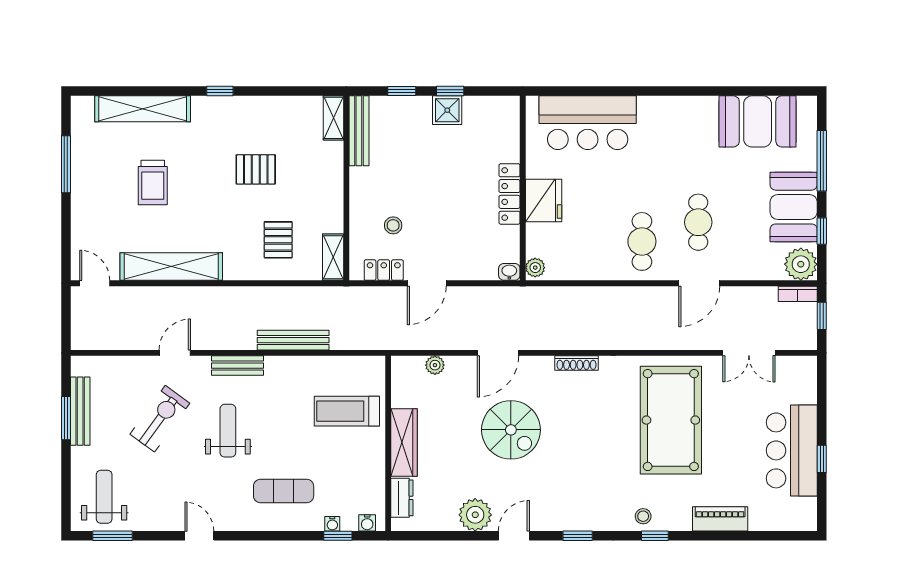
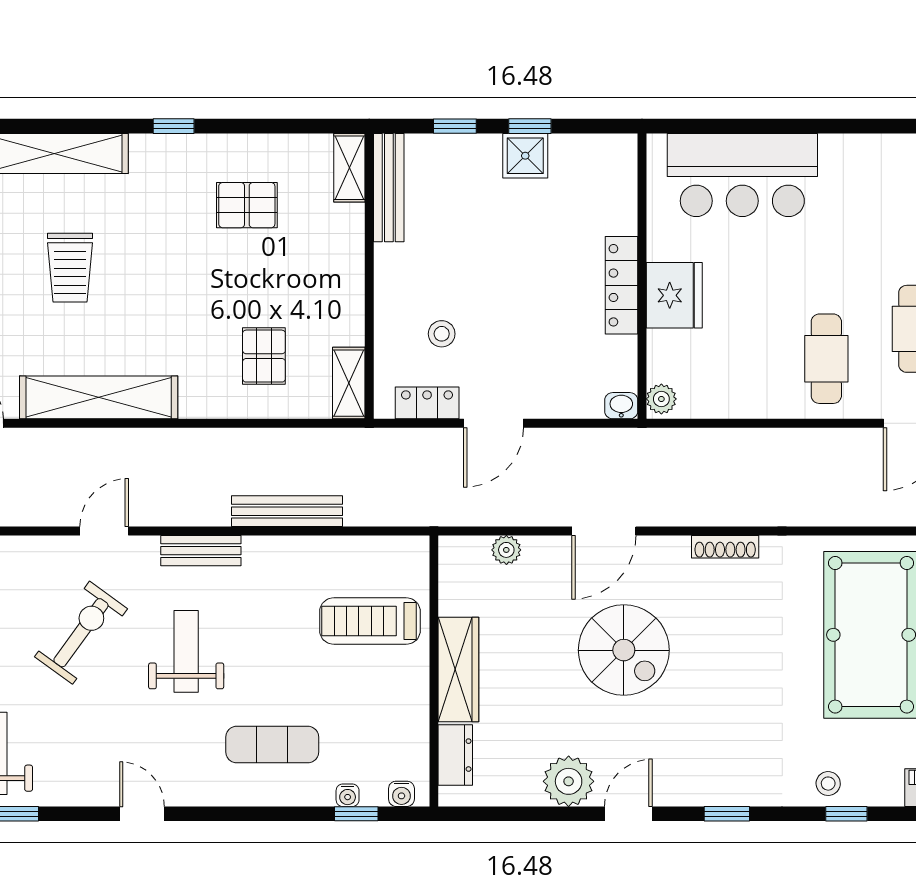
pallet: (256, 169) -> (247, 205), moved

